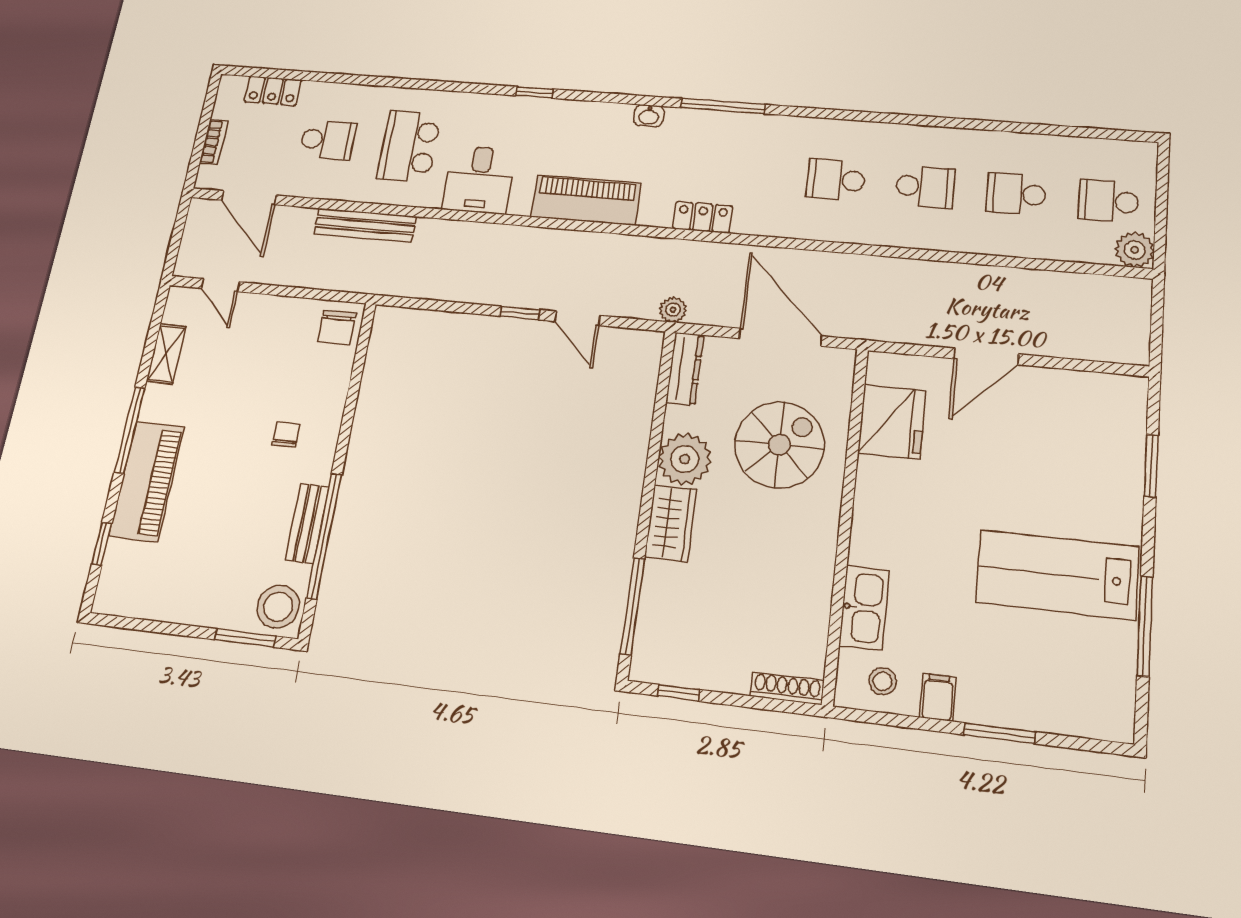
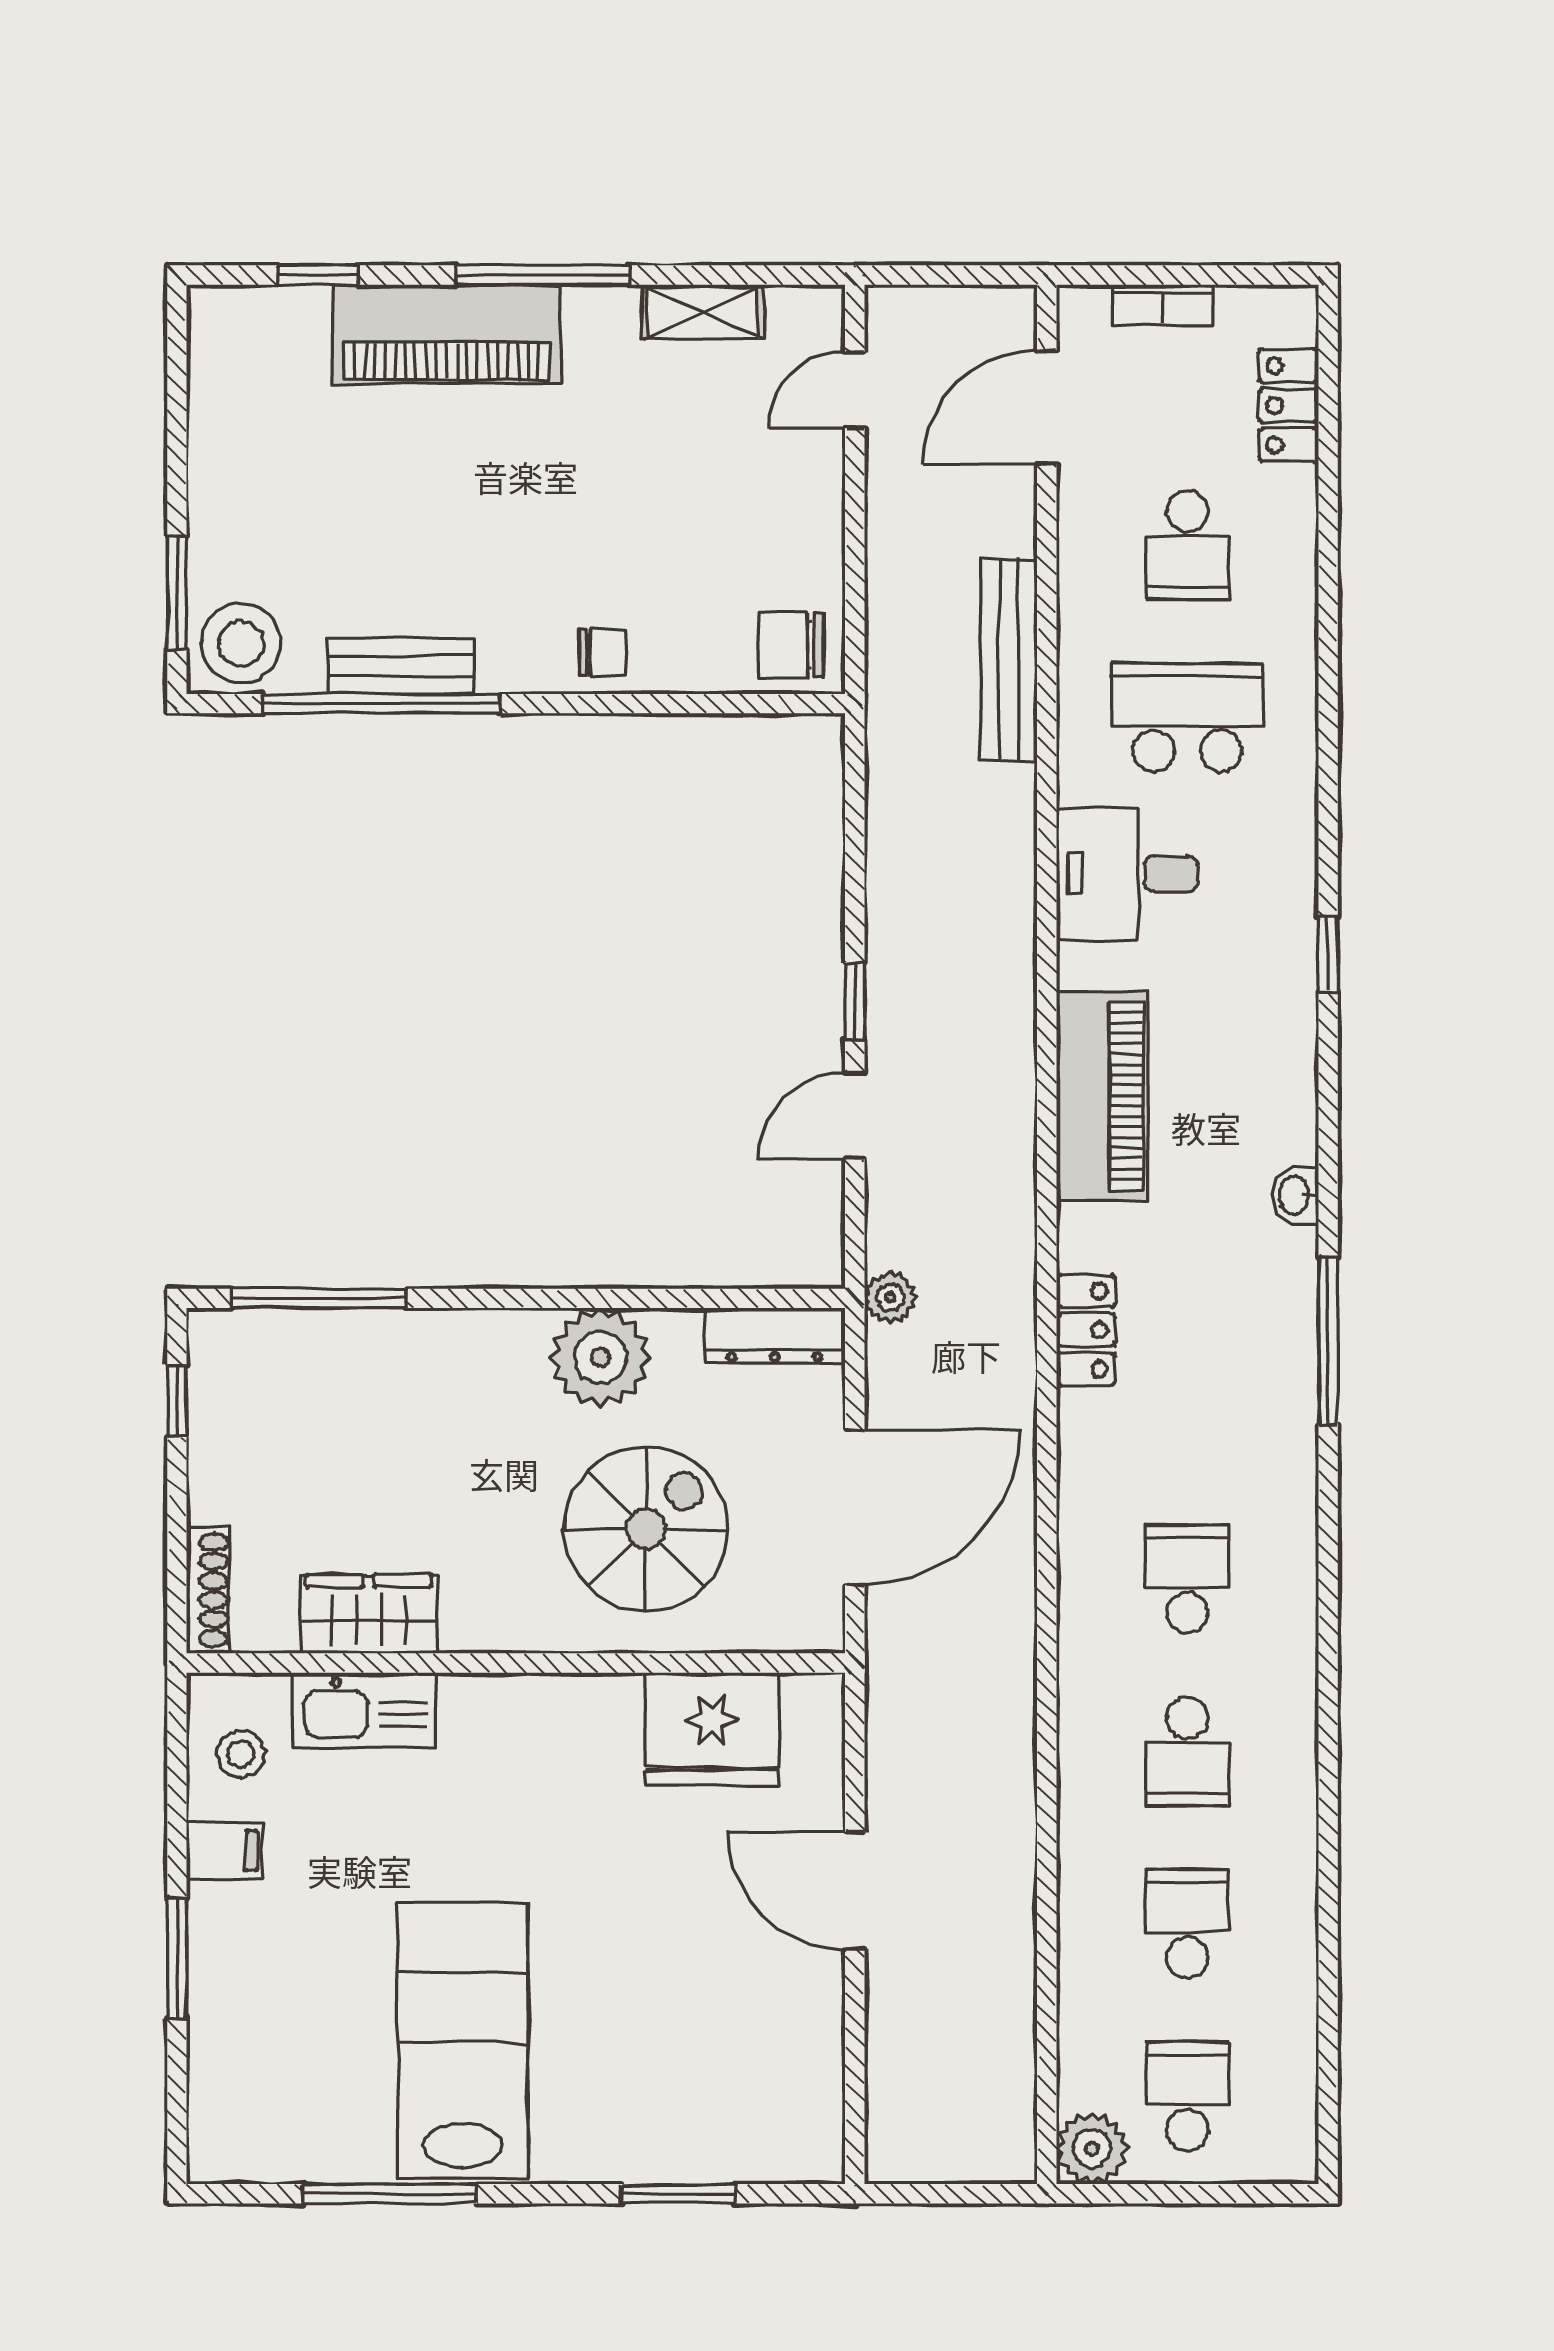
chair: (286, 435) -> (603, 653), moved
spiral stairs: (779, 445) -> (646, 1529), turned -90
wardrobe: (671, 523) -> (369, 1614), moved, turned 180

